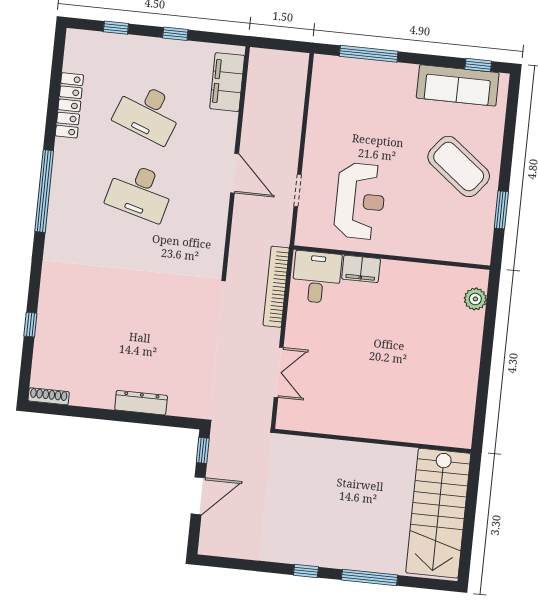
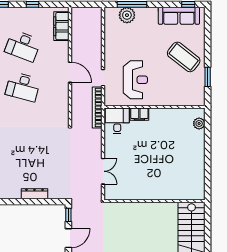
plant: (357, 74) -> (127, 15), added
bookcase: (276, 287) -> (97, 107), moved

